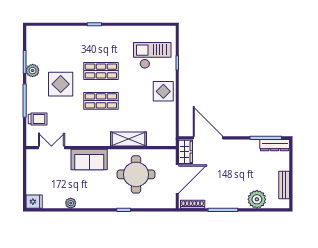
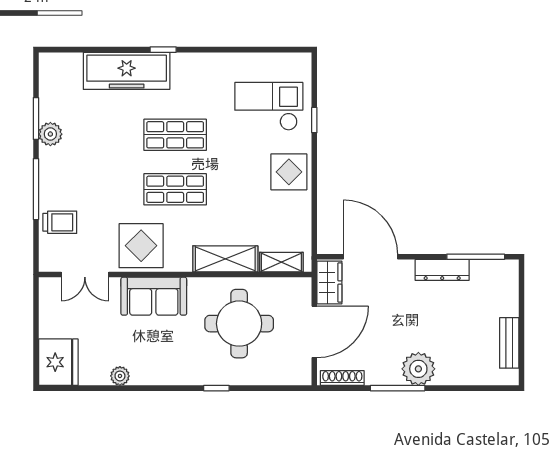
freezer: (74, 36) -> (127, 71), added
display table: (61, 84) -> (141, 246), moved
shelving: (159, 141) -> (281, 262), added
dresser: (275, 145) -> (442, 270), moved
double door: (51, 148) -> (85, 275), swing flipped
plant: (257, 199) -> (418, 369), moved
fridge: (34, 202) -> (58, 362), width x1.88, depth x1.34

